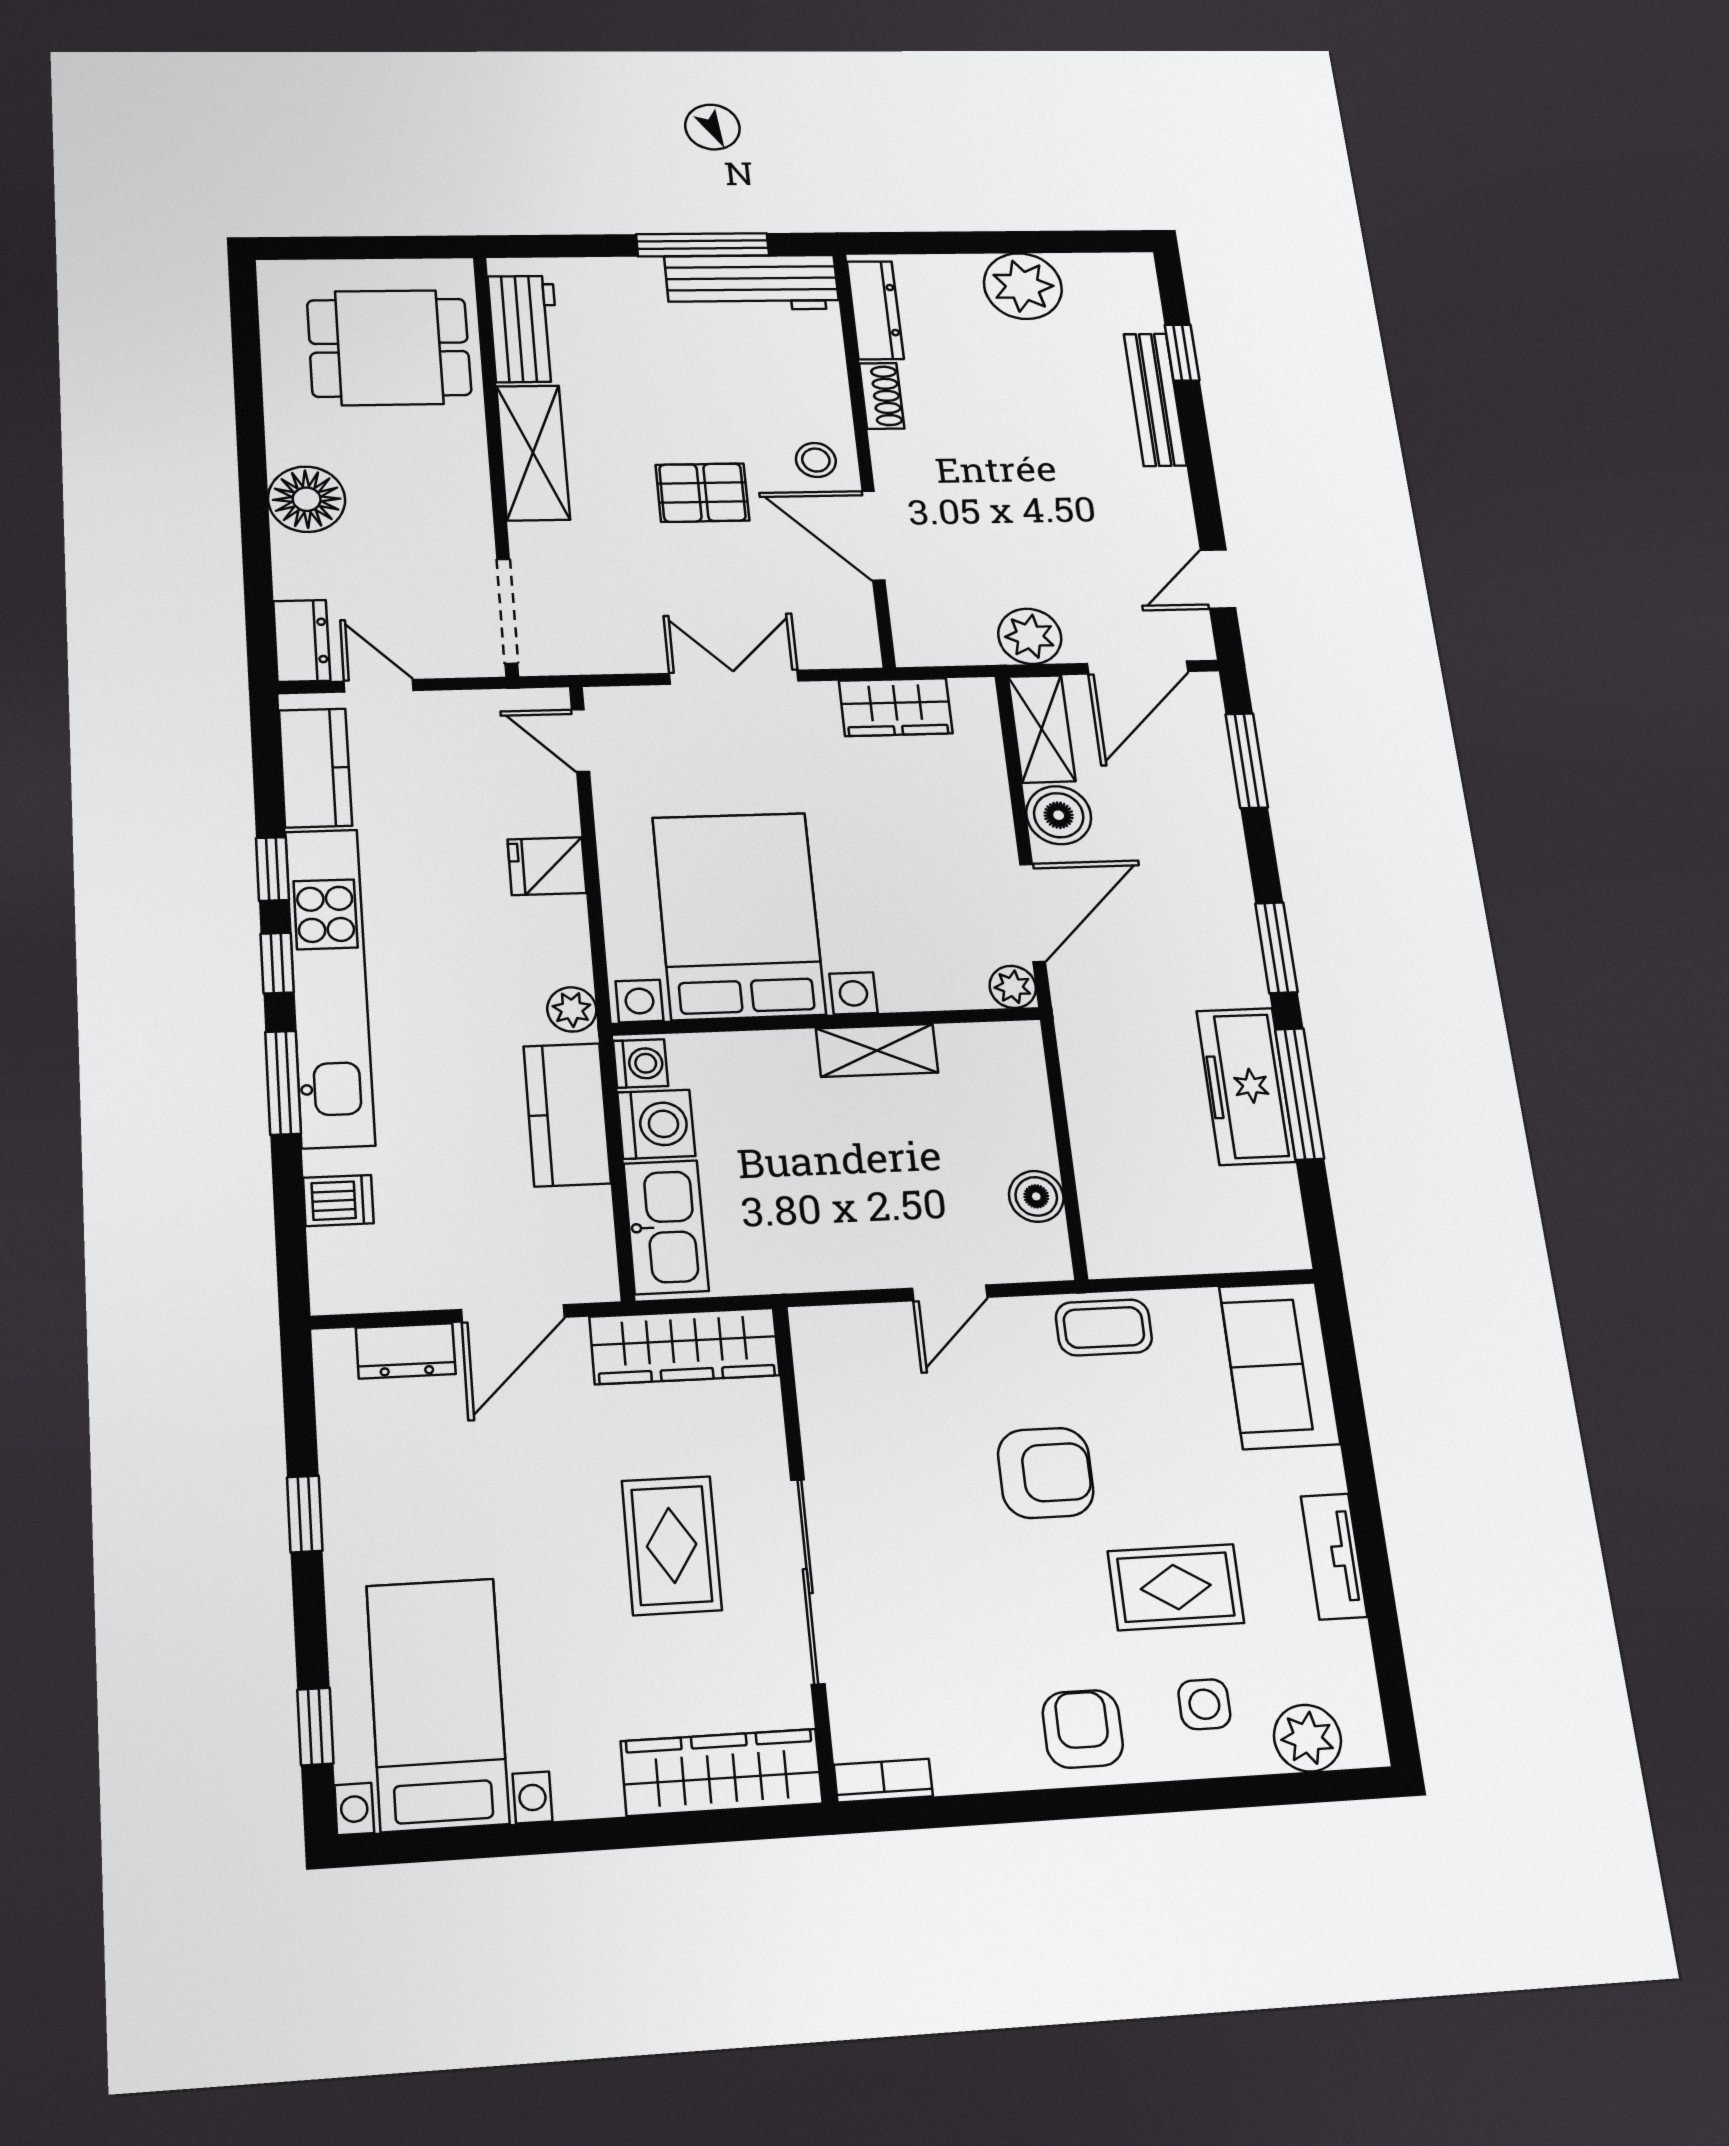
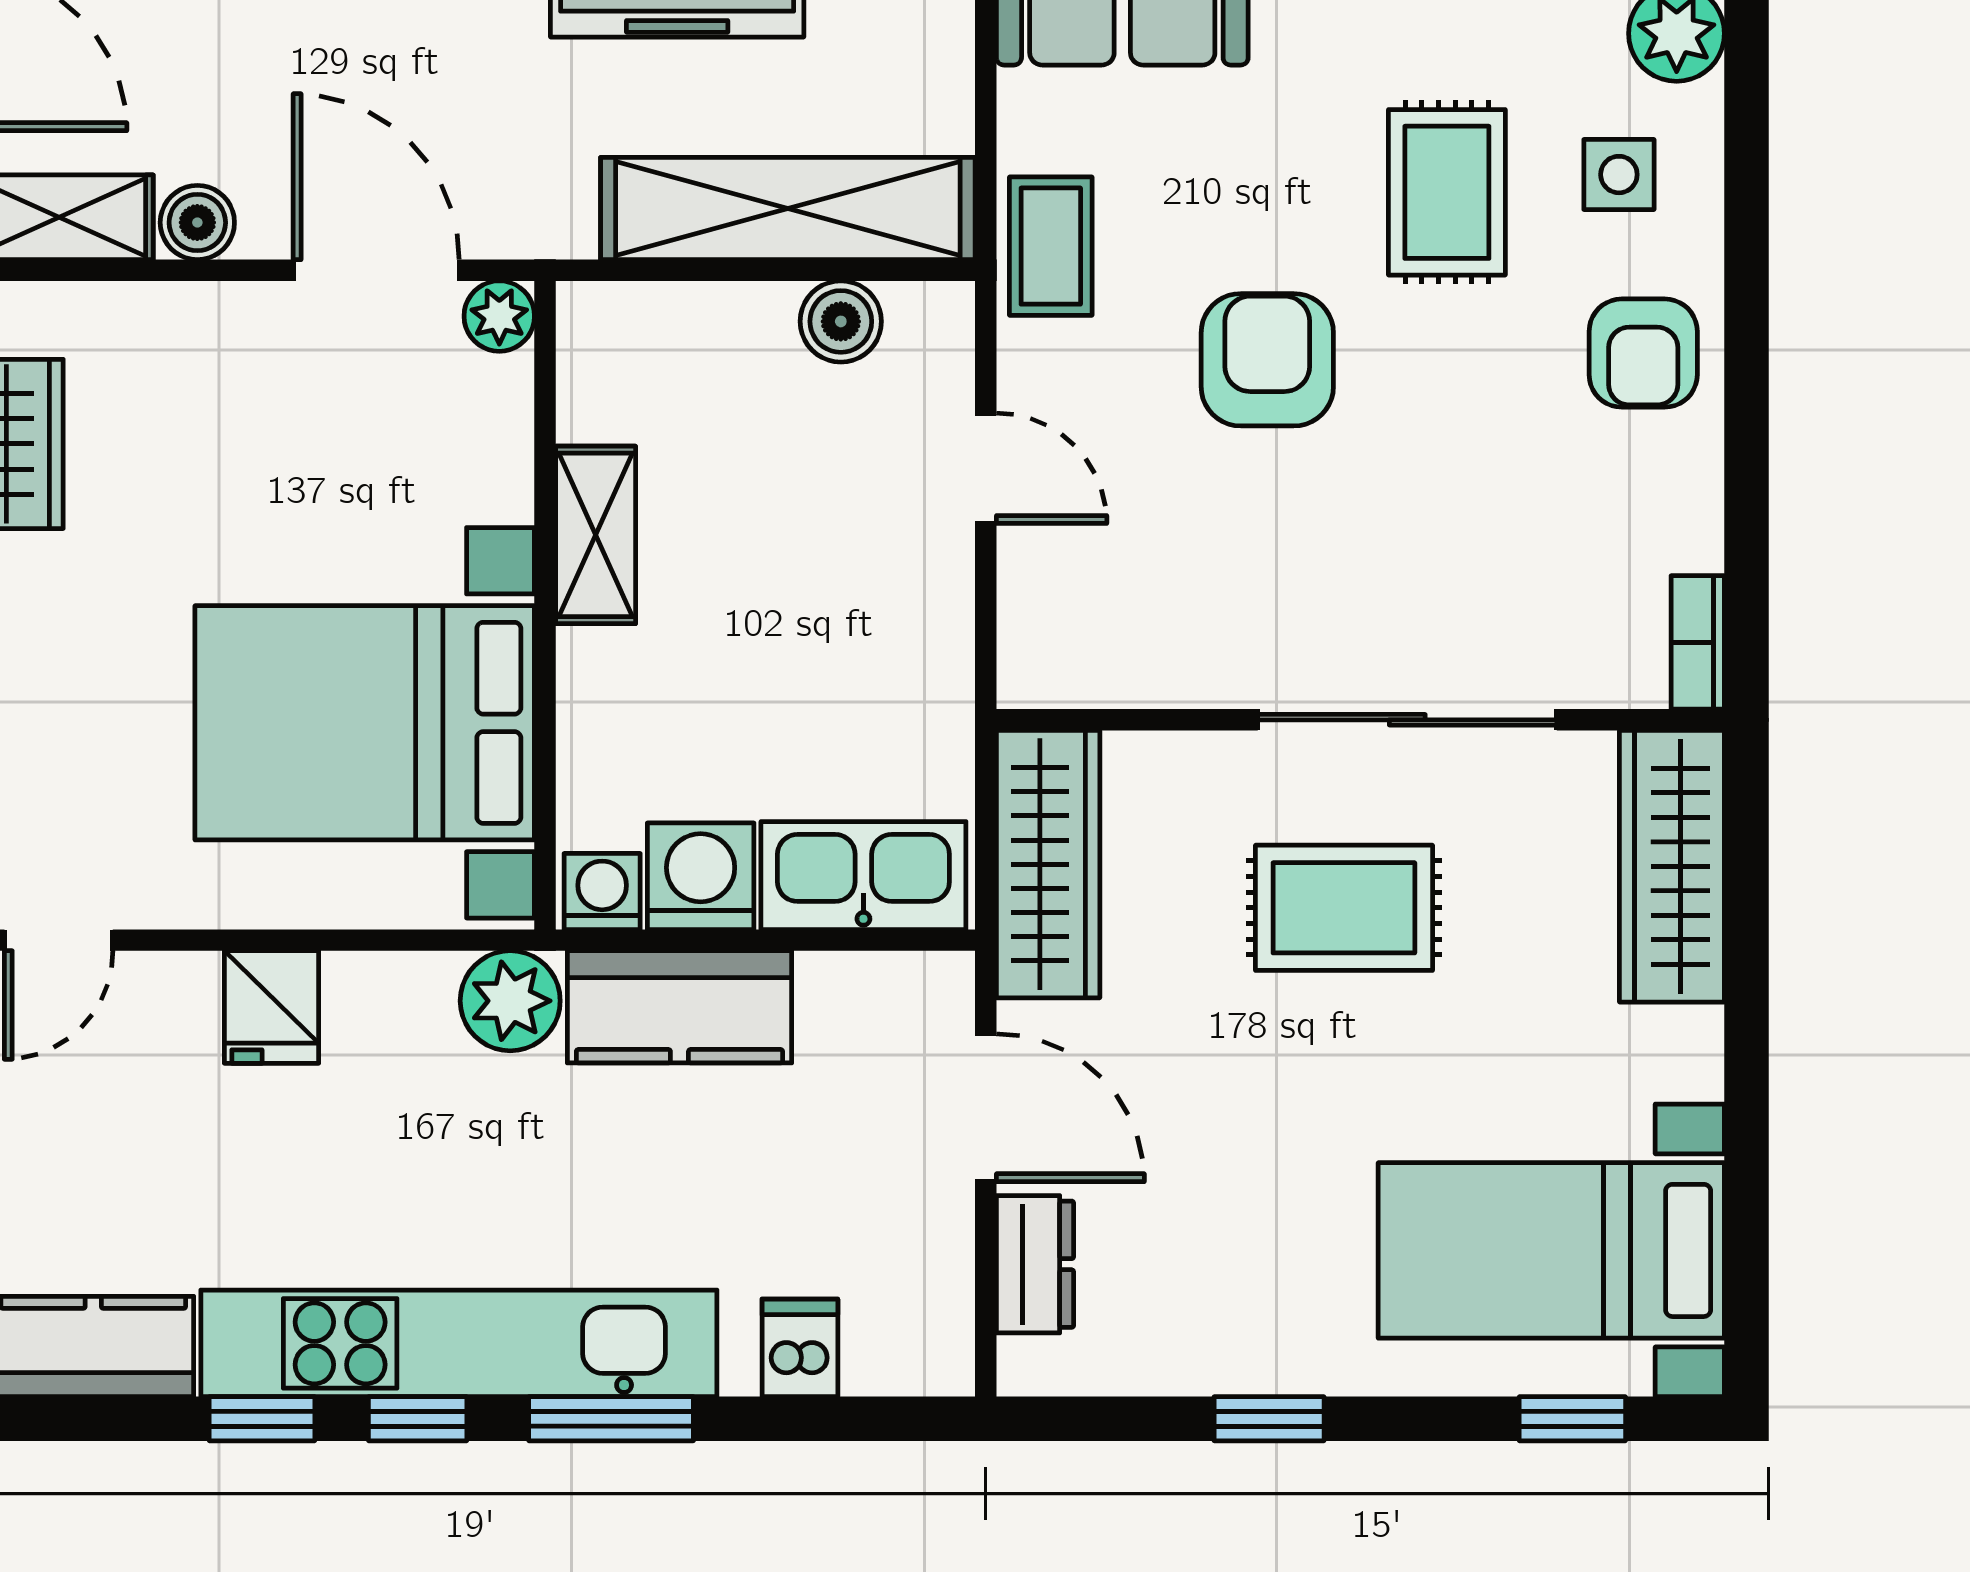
boiler: (1059, 815) -> (197, 223), width x0.73, depth x0.73
plant: (572, 1009) -> (510, 1001), width x1.38, depth x1.38
shelving: (1106, 1160) -> (788, 209), added
armchair: (1083, 1729) -> (1643, 353), turned -90

